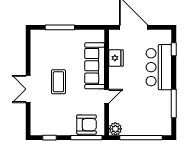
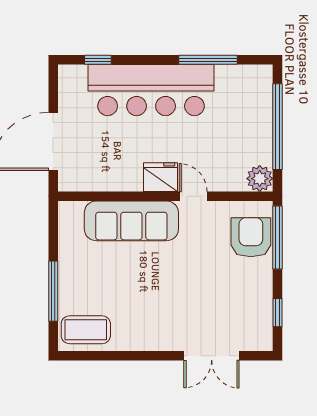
fridge: (116, 58) -> (161, 177), moved
bar counter: (159, 67) -> (151, 90), width x1.36
coffee table: (58, 82) -> (86, 330), moved
double door: (28, 89) -> (212, 356), moved

